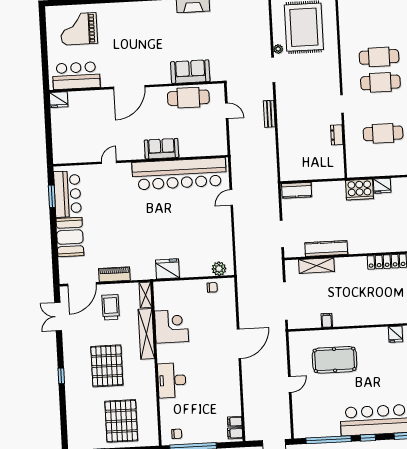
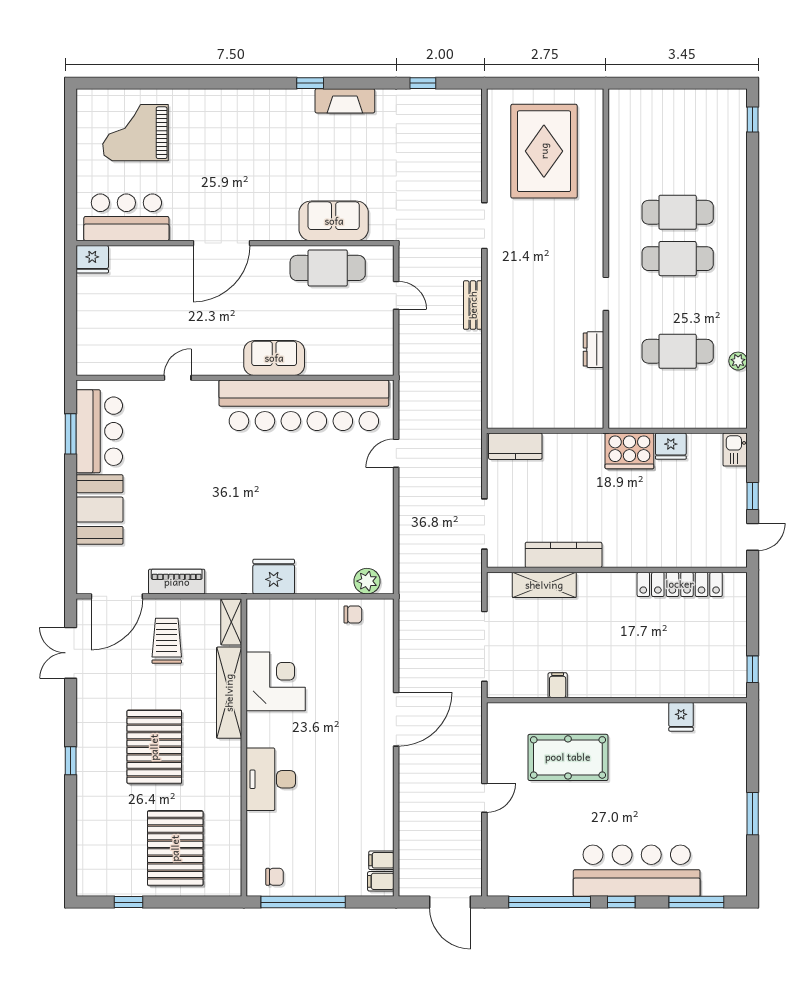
plant: (278, 49) -> (495, 188), removed

